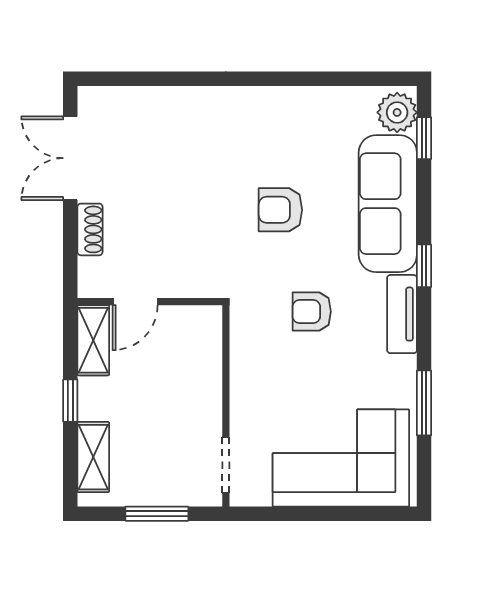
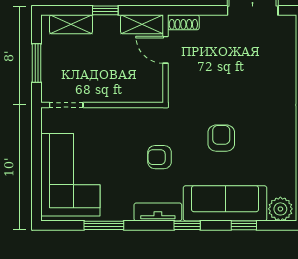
window: (424, 138) -> (244, 225), moved
shoe rack: (90, 229) -> (183, 22), moved
armchair: (312, 312) -> (159, 157), turned -90

